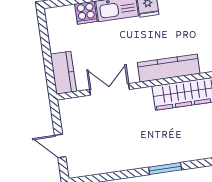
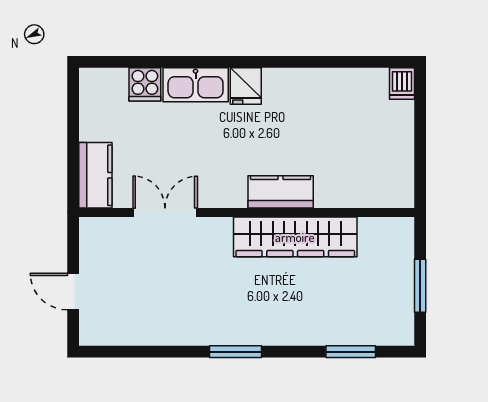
kitchen counter: (169, 68) -> (281, 192), width x0.67

